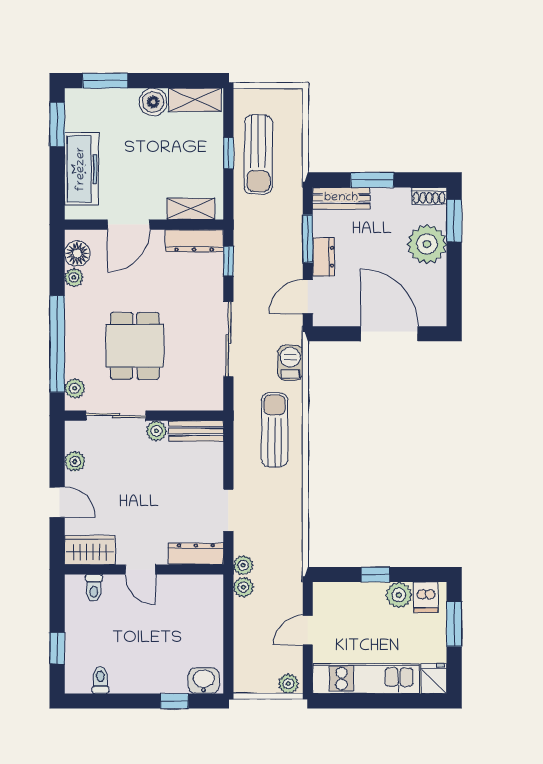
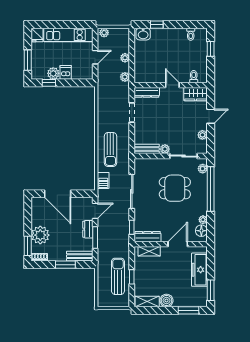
dining table: (135, 346) -> (175, 188), turned 90
door: (57, 502) -> (211, 116), swing flipped
plant: (243, 565) -> (125, 58), moved
window: (376, 574) -> (49, 83), moved
dishwasher: (426, 597) -> (66, 72), moved

